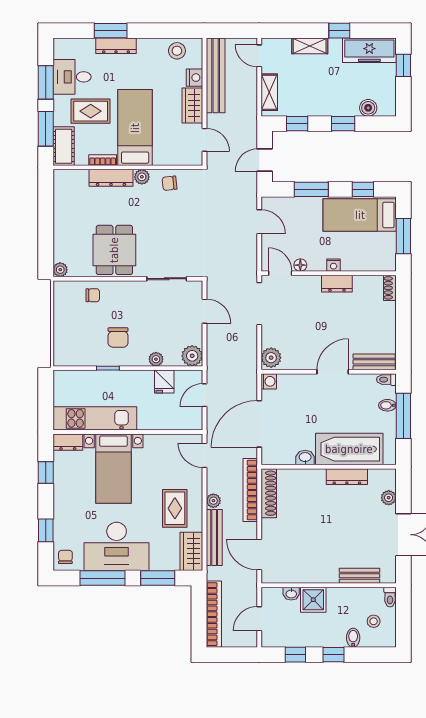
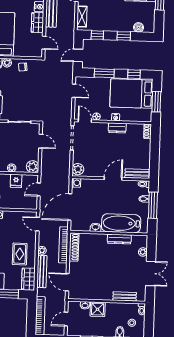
bed: (360, 215) -> (131, 94), width x1.50

